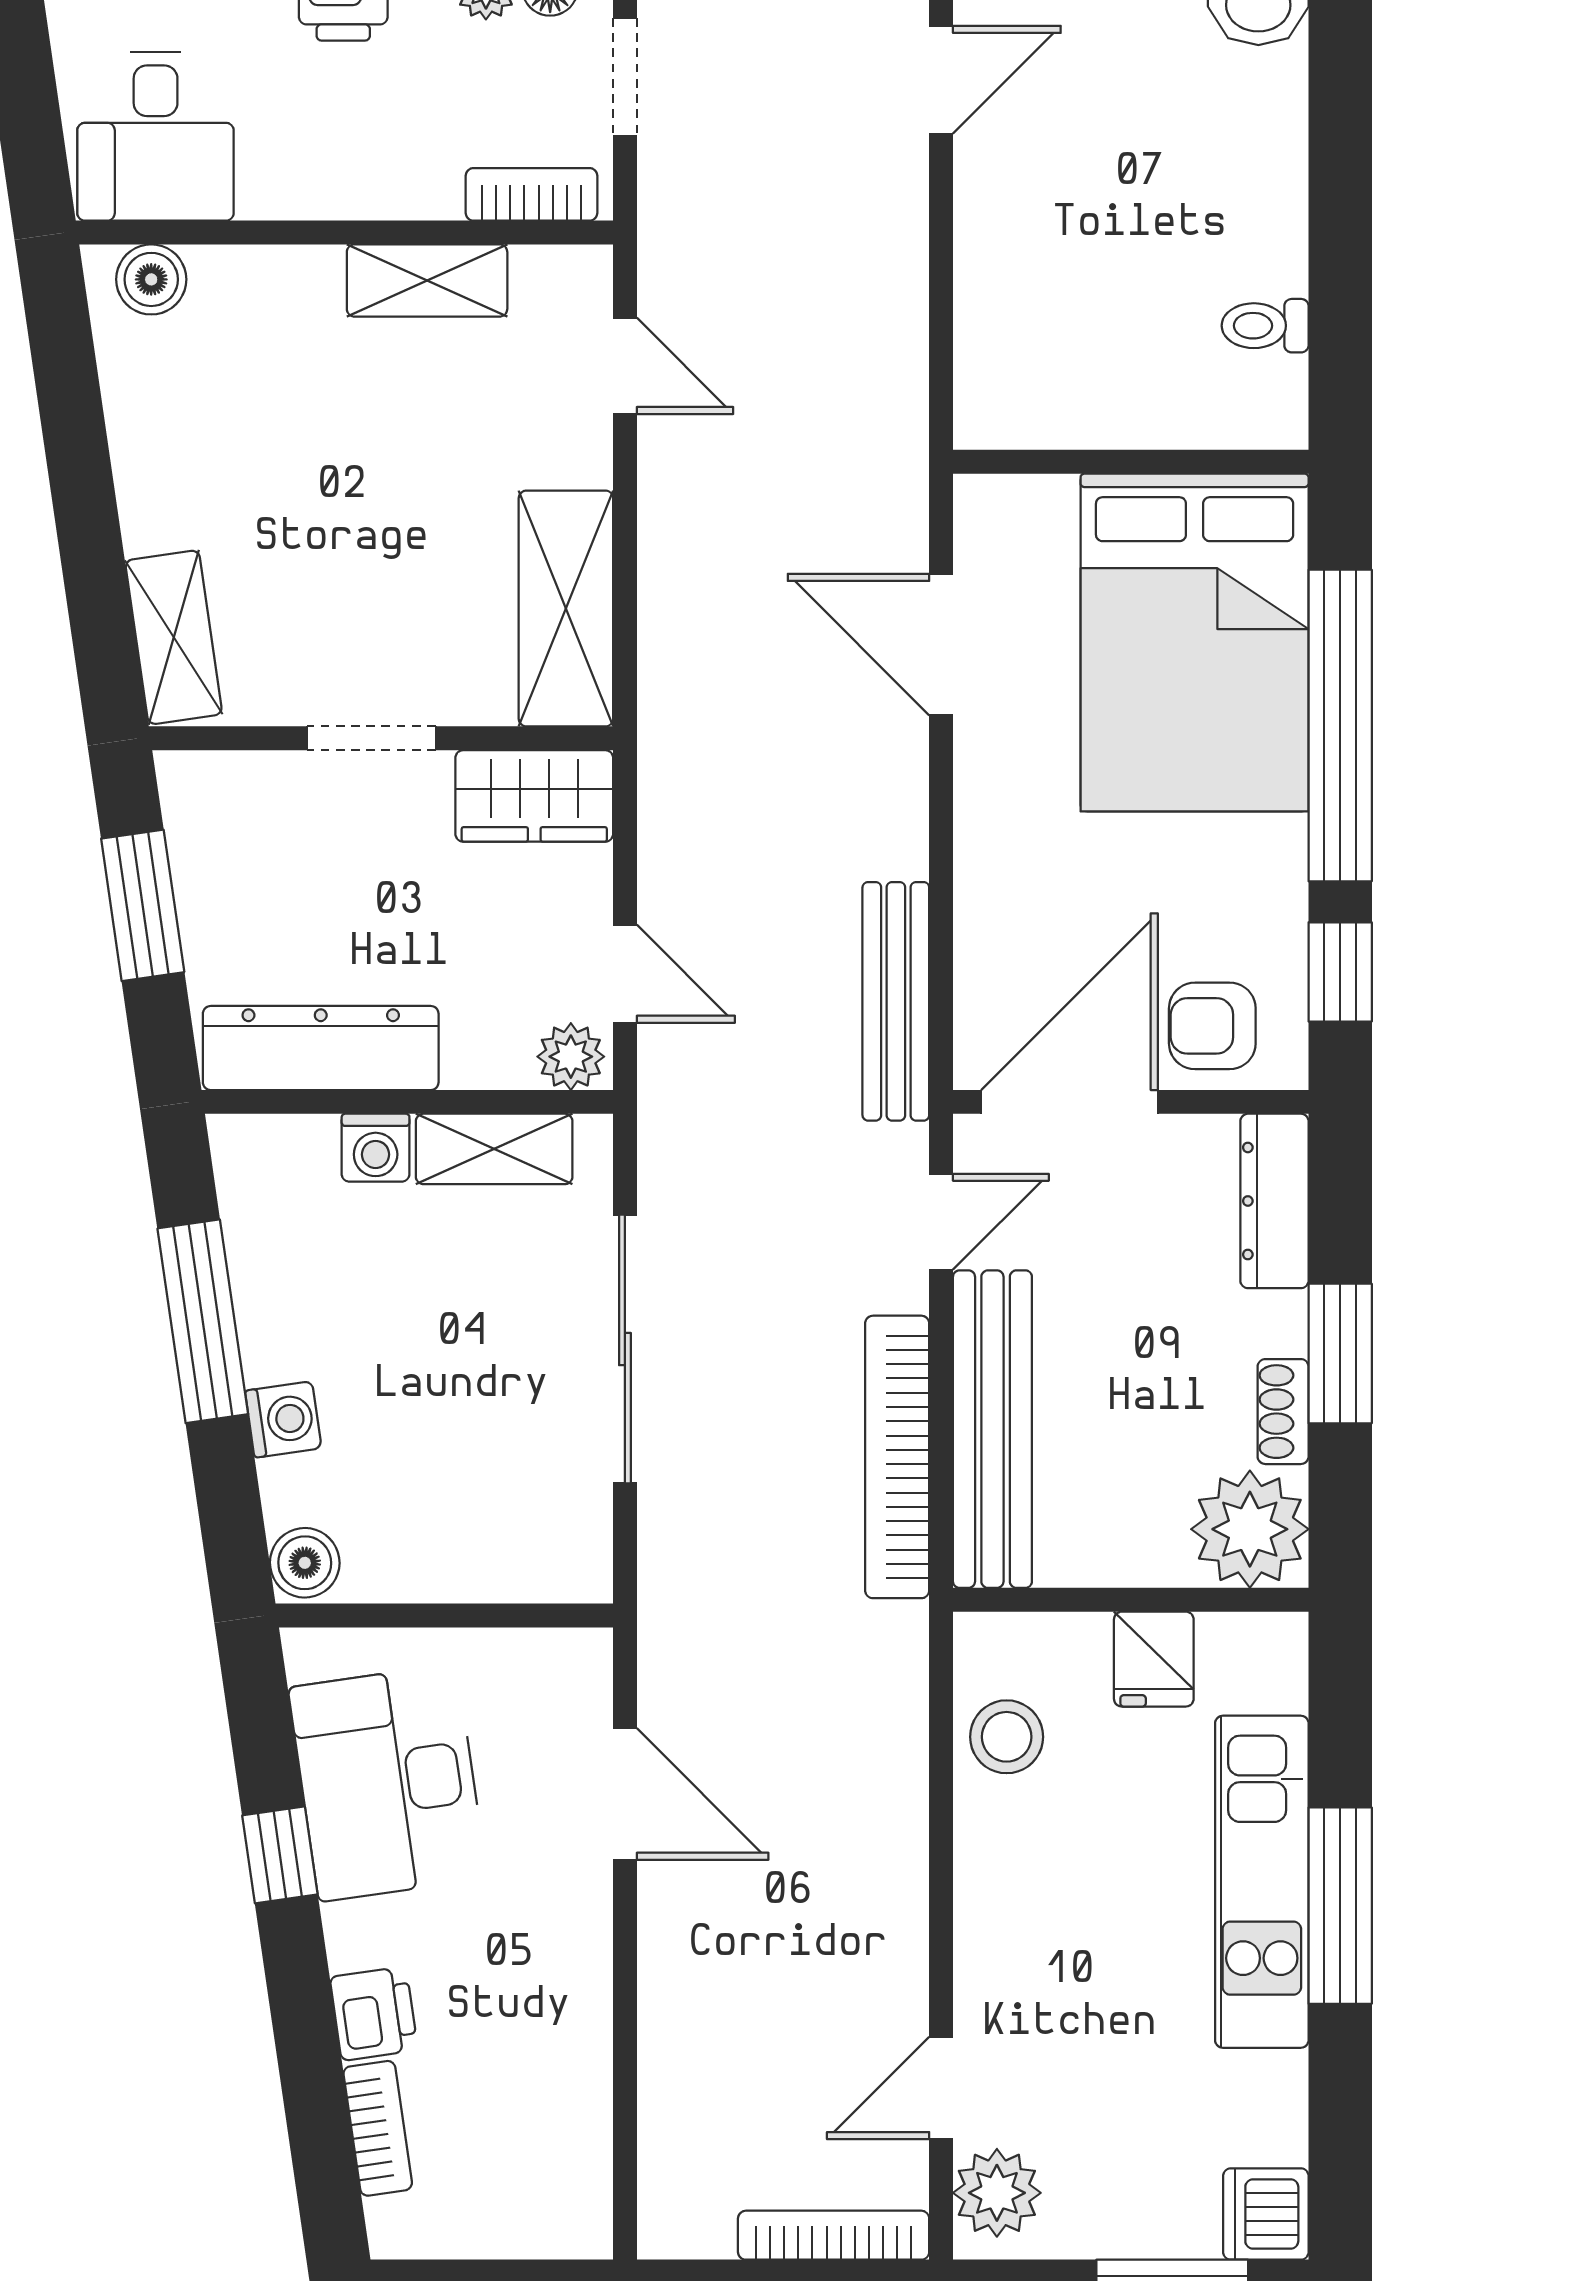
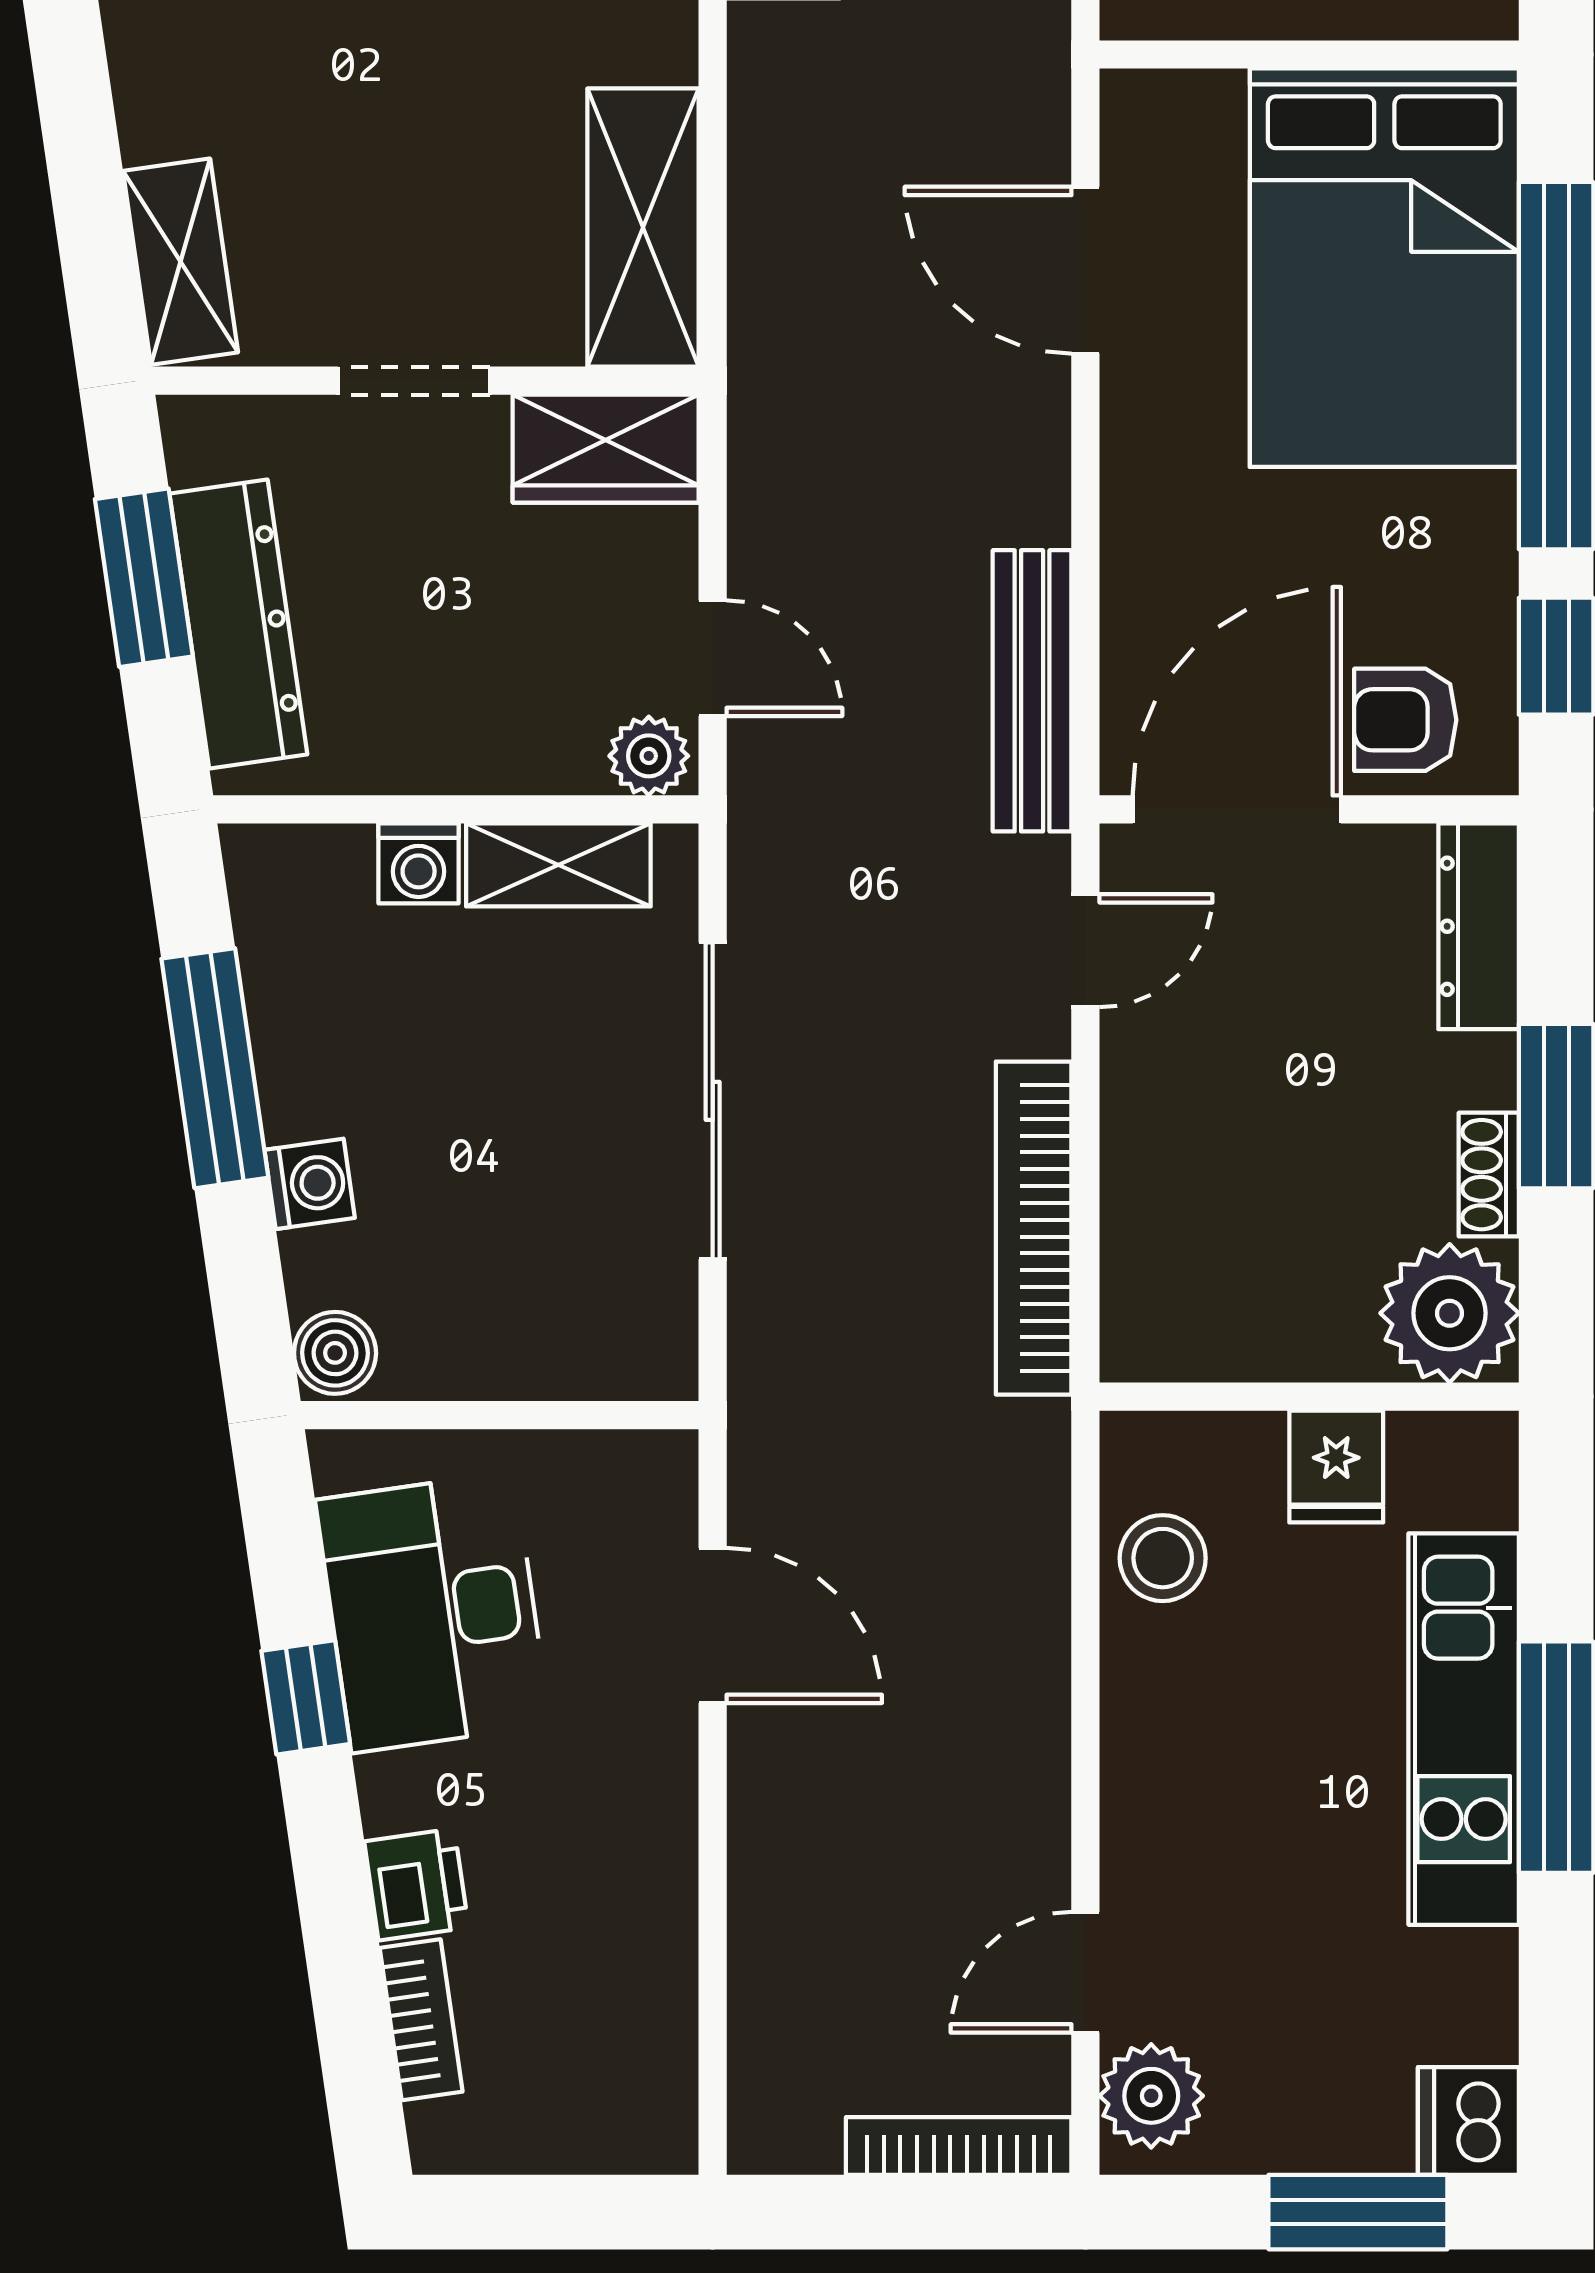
dresser: (321, 1048) -> (238, 624), moved, turned 82
bench: (992, 1429) -> (1146, 1195), removed

